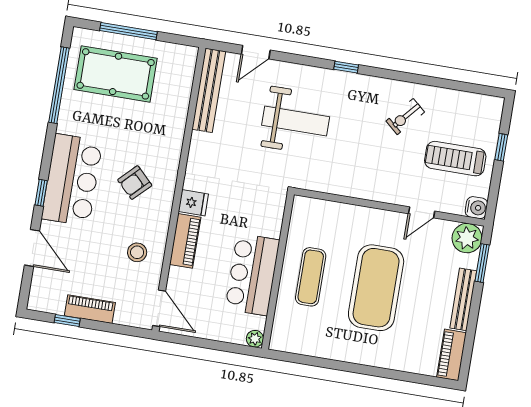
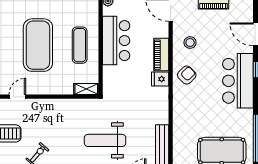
armchair: (135, 183) -> (187, 75), moved
shelving: (312, 206) -> (86, 89), added

